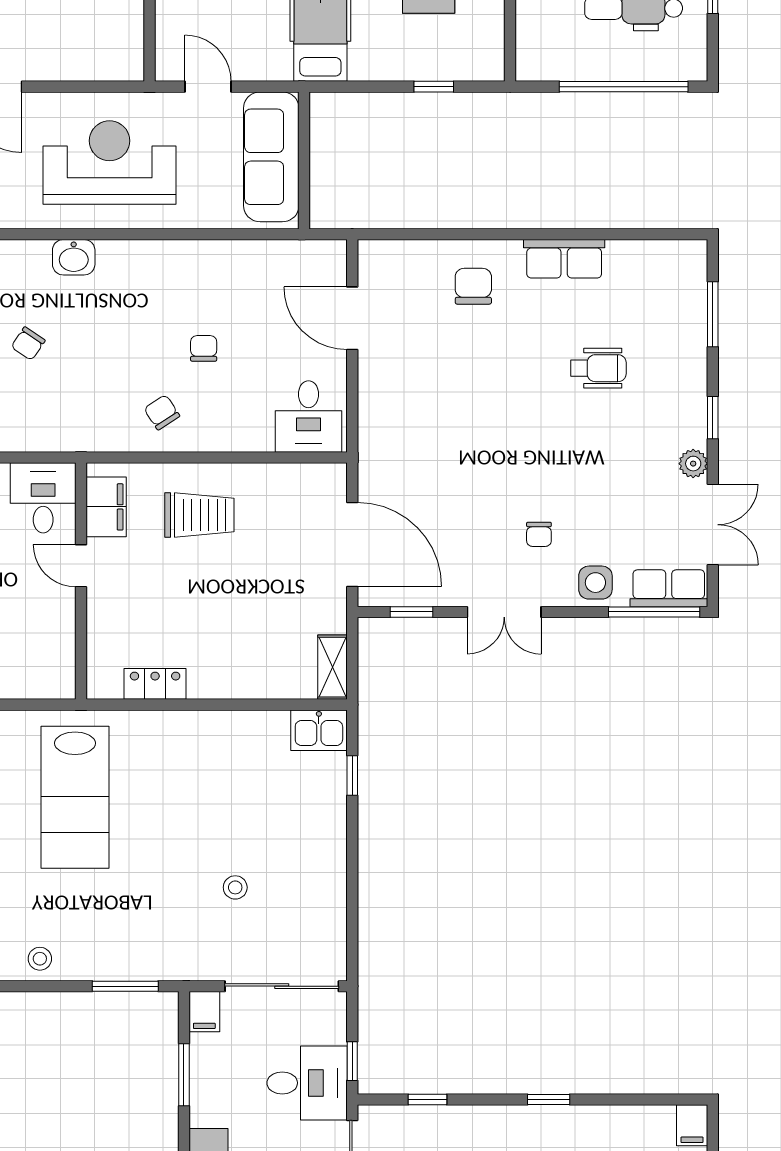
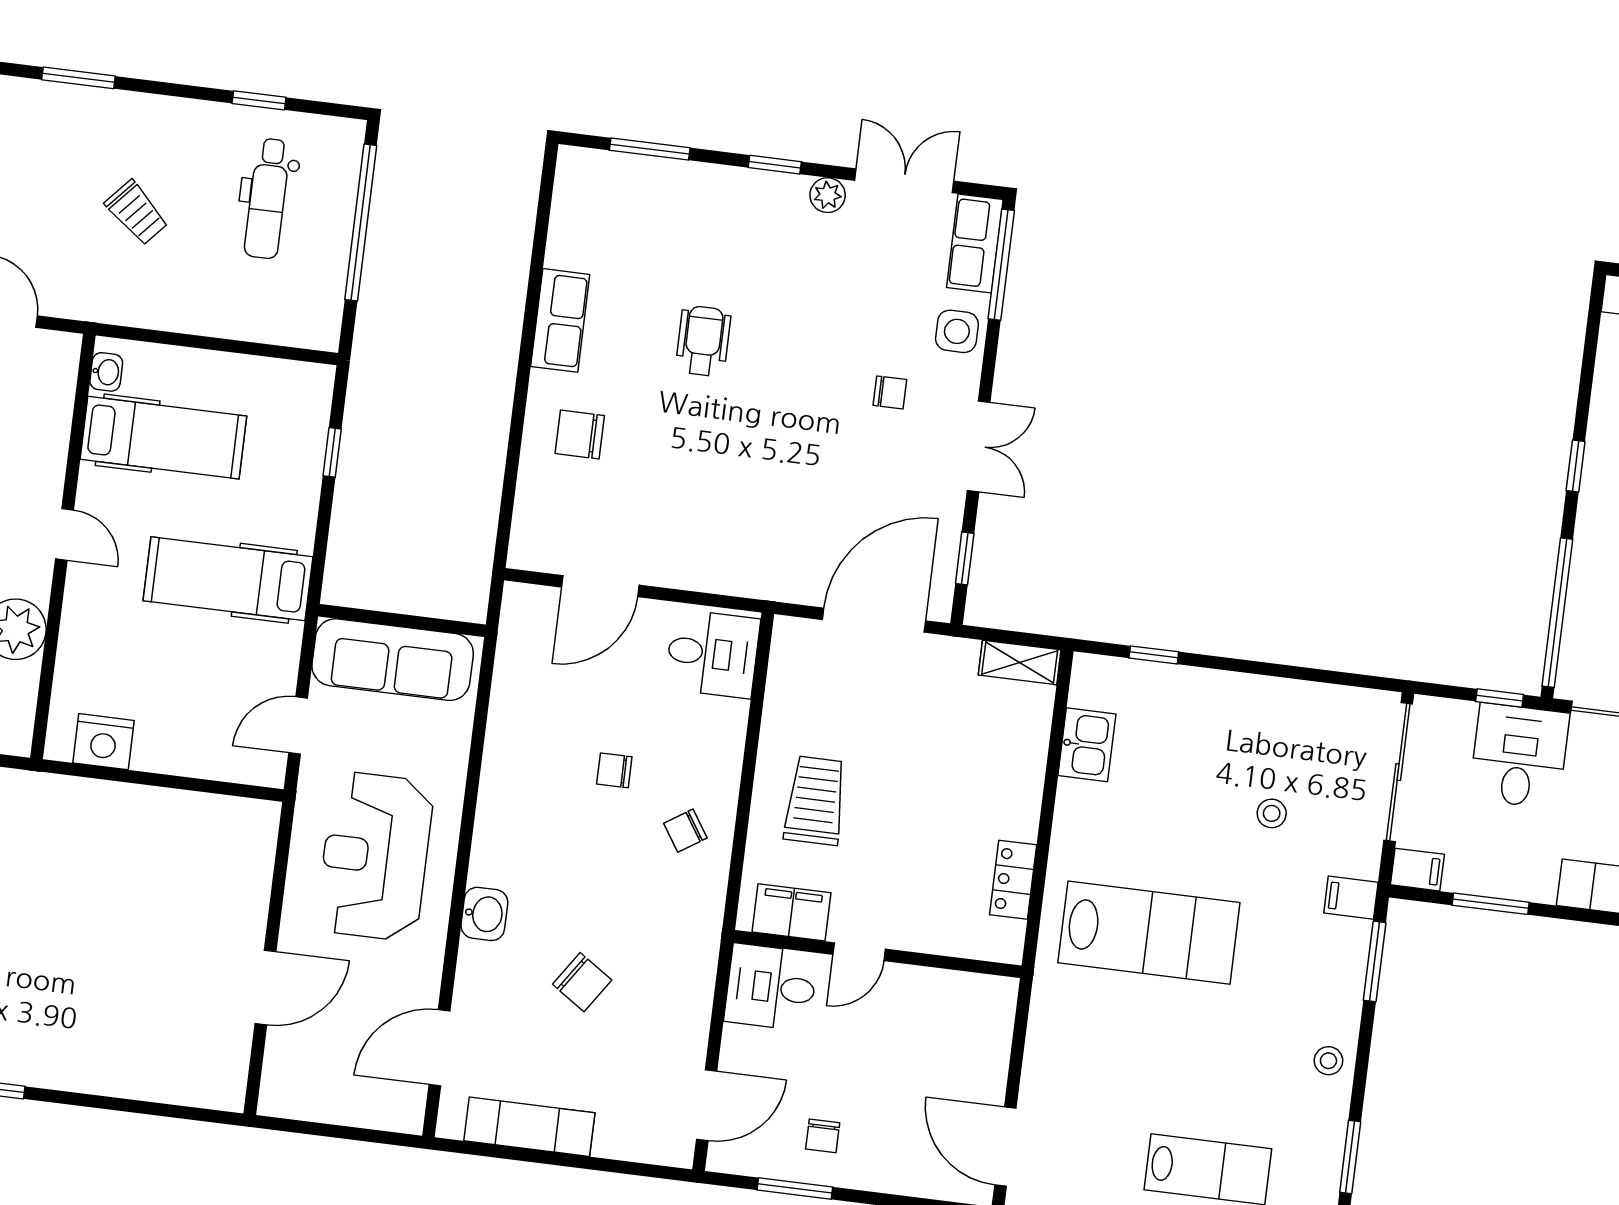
chair: (28, 344) -> (582, 982), width x1.37, depth x1.37
wheelchair: (598, 368) -> (703, 341), moved
kitchen sink: (319, 730) -> (1087, 745), moved
lab bench: (75, 797) -> (1149, 933), moved
filing cabinet: (175, 961) -> (1351, 898), added
window: (427, 1099) -> (1557, 613), width x3.17

